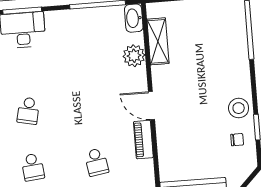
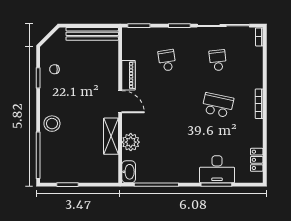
shelving: (158, 41) -> (111, 136), moved
stool: (239, 108) -> (52, 124), moved
school desk: (28, 111) -> (218, 105), width x1.85

